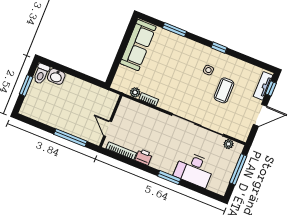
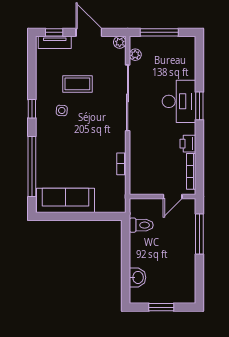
window: (175, 30) -> (32, 166), width x2.11
toilet: (41, 74) -> (141, 225), moved
plant: (135, 92) -> (120, 42), moved
desk: (194, 169) -> (179, 101), moved

